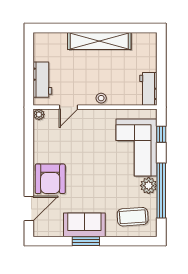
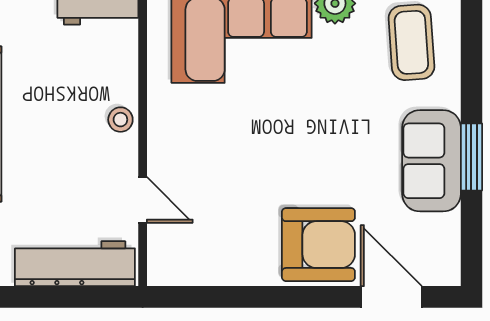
workbench: (42, 80) -> (75, 264), width x1.38
plant: (39, 115) -> (161, 272), removed

